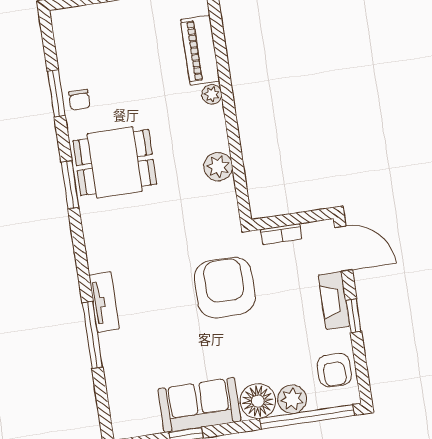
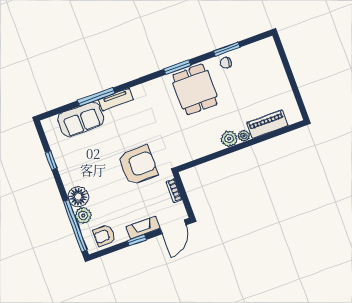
plant: (218, 167) -> (229, 139), moved
sofa: (199, 405) -> (81, 119), moved, turned 90

